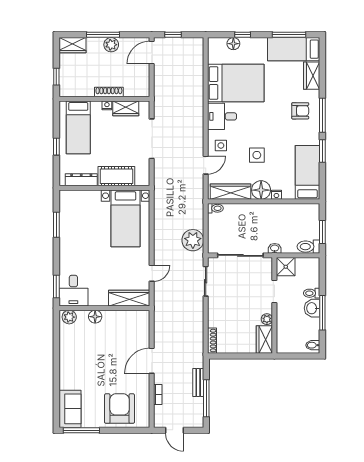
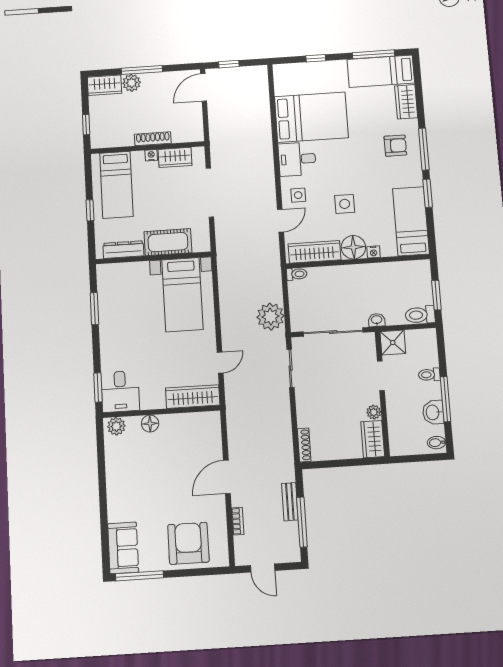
floor lamp: (233, 44) -> (305, 70), removed
plant: (111, 45) -> (132, 83), moved
washbasin: (312, 308) -> (433, 412), moved

